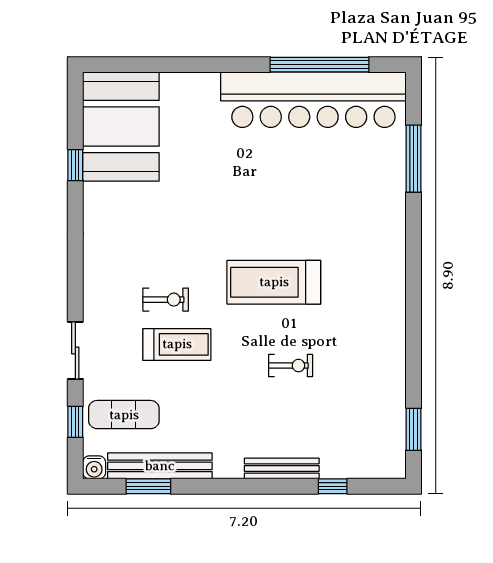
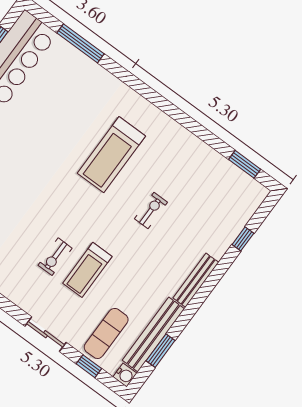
treadmill: (274, 282) -> (111, 155), moved
exercise bike: (166, 300) -> (55, 257), turned 180
treadmill: (177, 344) -> (87, 270), turned 180
bench: (282, 468) -> (196, 280), moved

